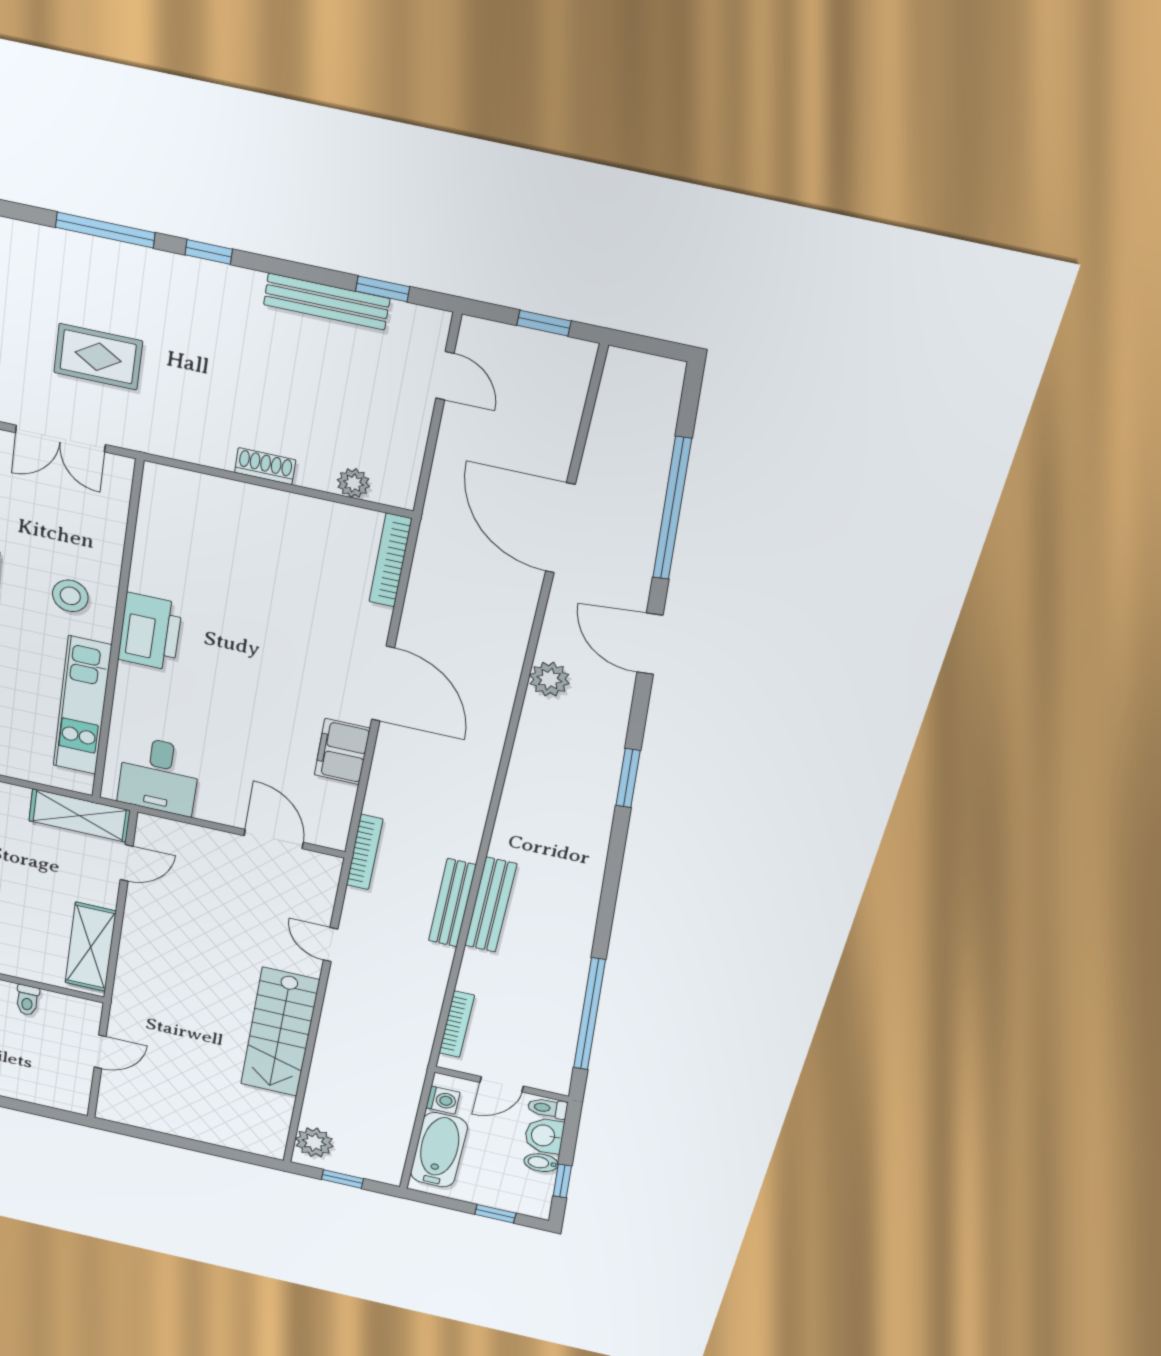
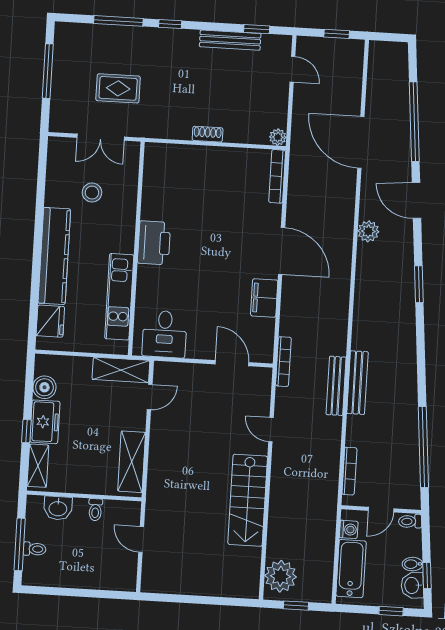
plant: (353, 483) -> (278, 137), moved
stool: (70, 596) -> (92, 193), moved
door: (100, 1052) -> (141, 539), swing flipped
washbasin: (544, 1136) -> (412, 585), moved
plant: (314, 1142) -> (281, 576), width x1.36, depth x1.36

